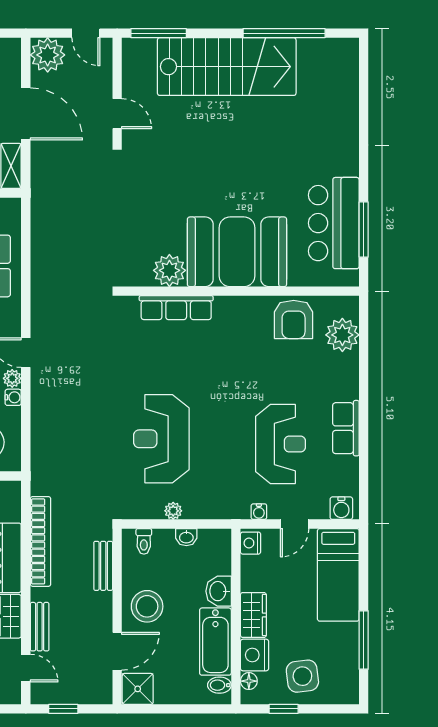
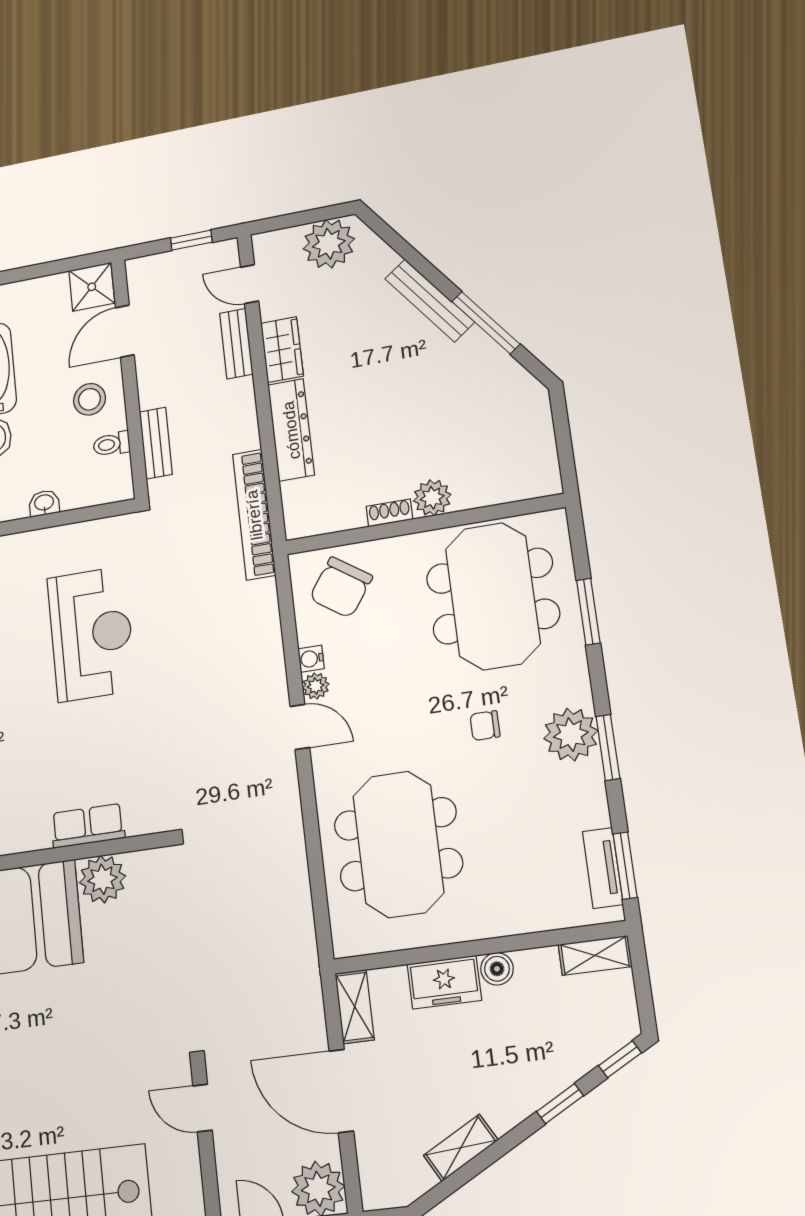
row of seats: (176, 308) -> (88, 826), width x0.68
plant: (173, 511) -> (66, 536), removed
bookcase: (41, 541) -> (254, 515), moved
toilet: (144, 541) -> (111, 444), moved, turned -90
stool: (147, 606) -> (89, 399), width x0.73, depth x0.73

